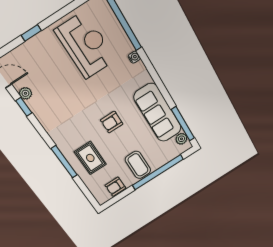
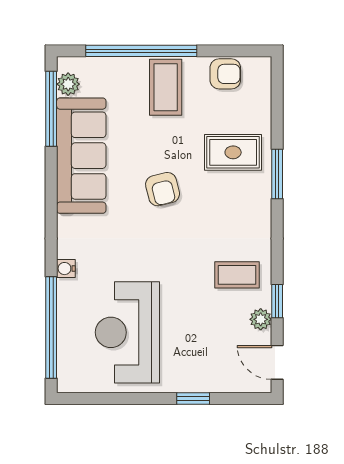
coffee table: (51, 107) -> (237, 275), added
armchair: (112, 122) -> (163, 189), turned 76
rug: (90, 158) -> (233, 152), turned 90
window: (64, 162) -> (277, 174), width x0.69

